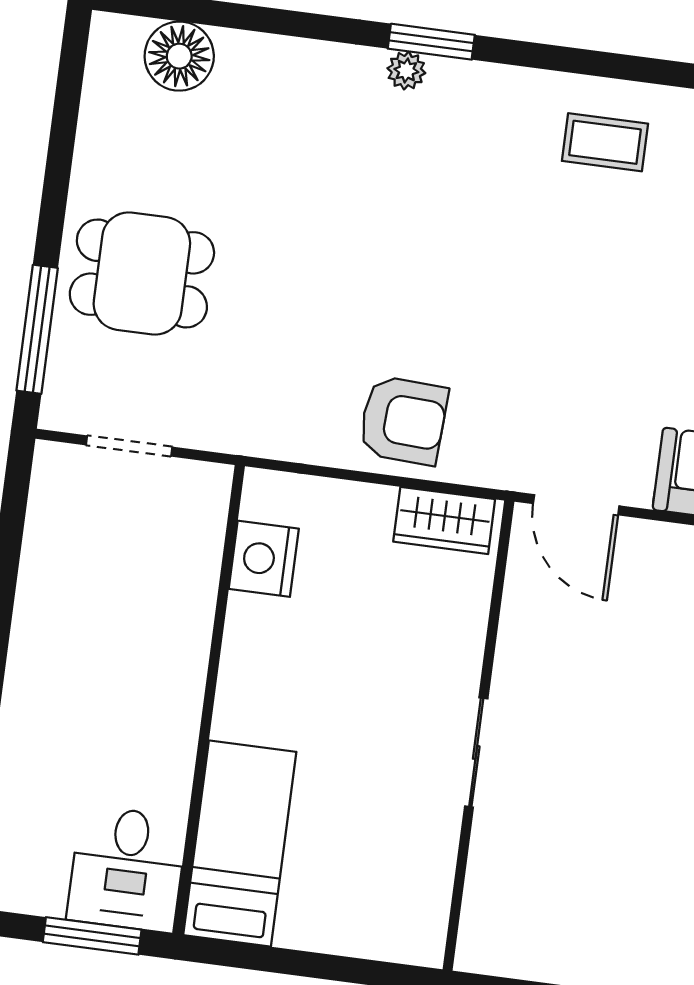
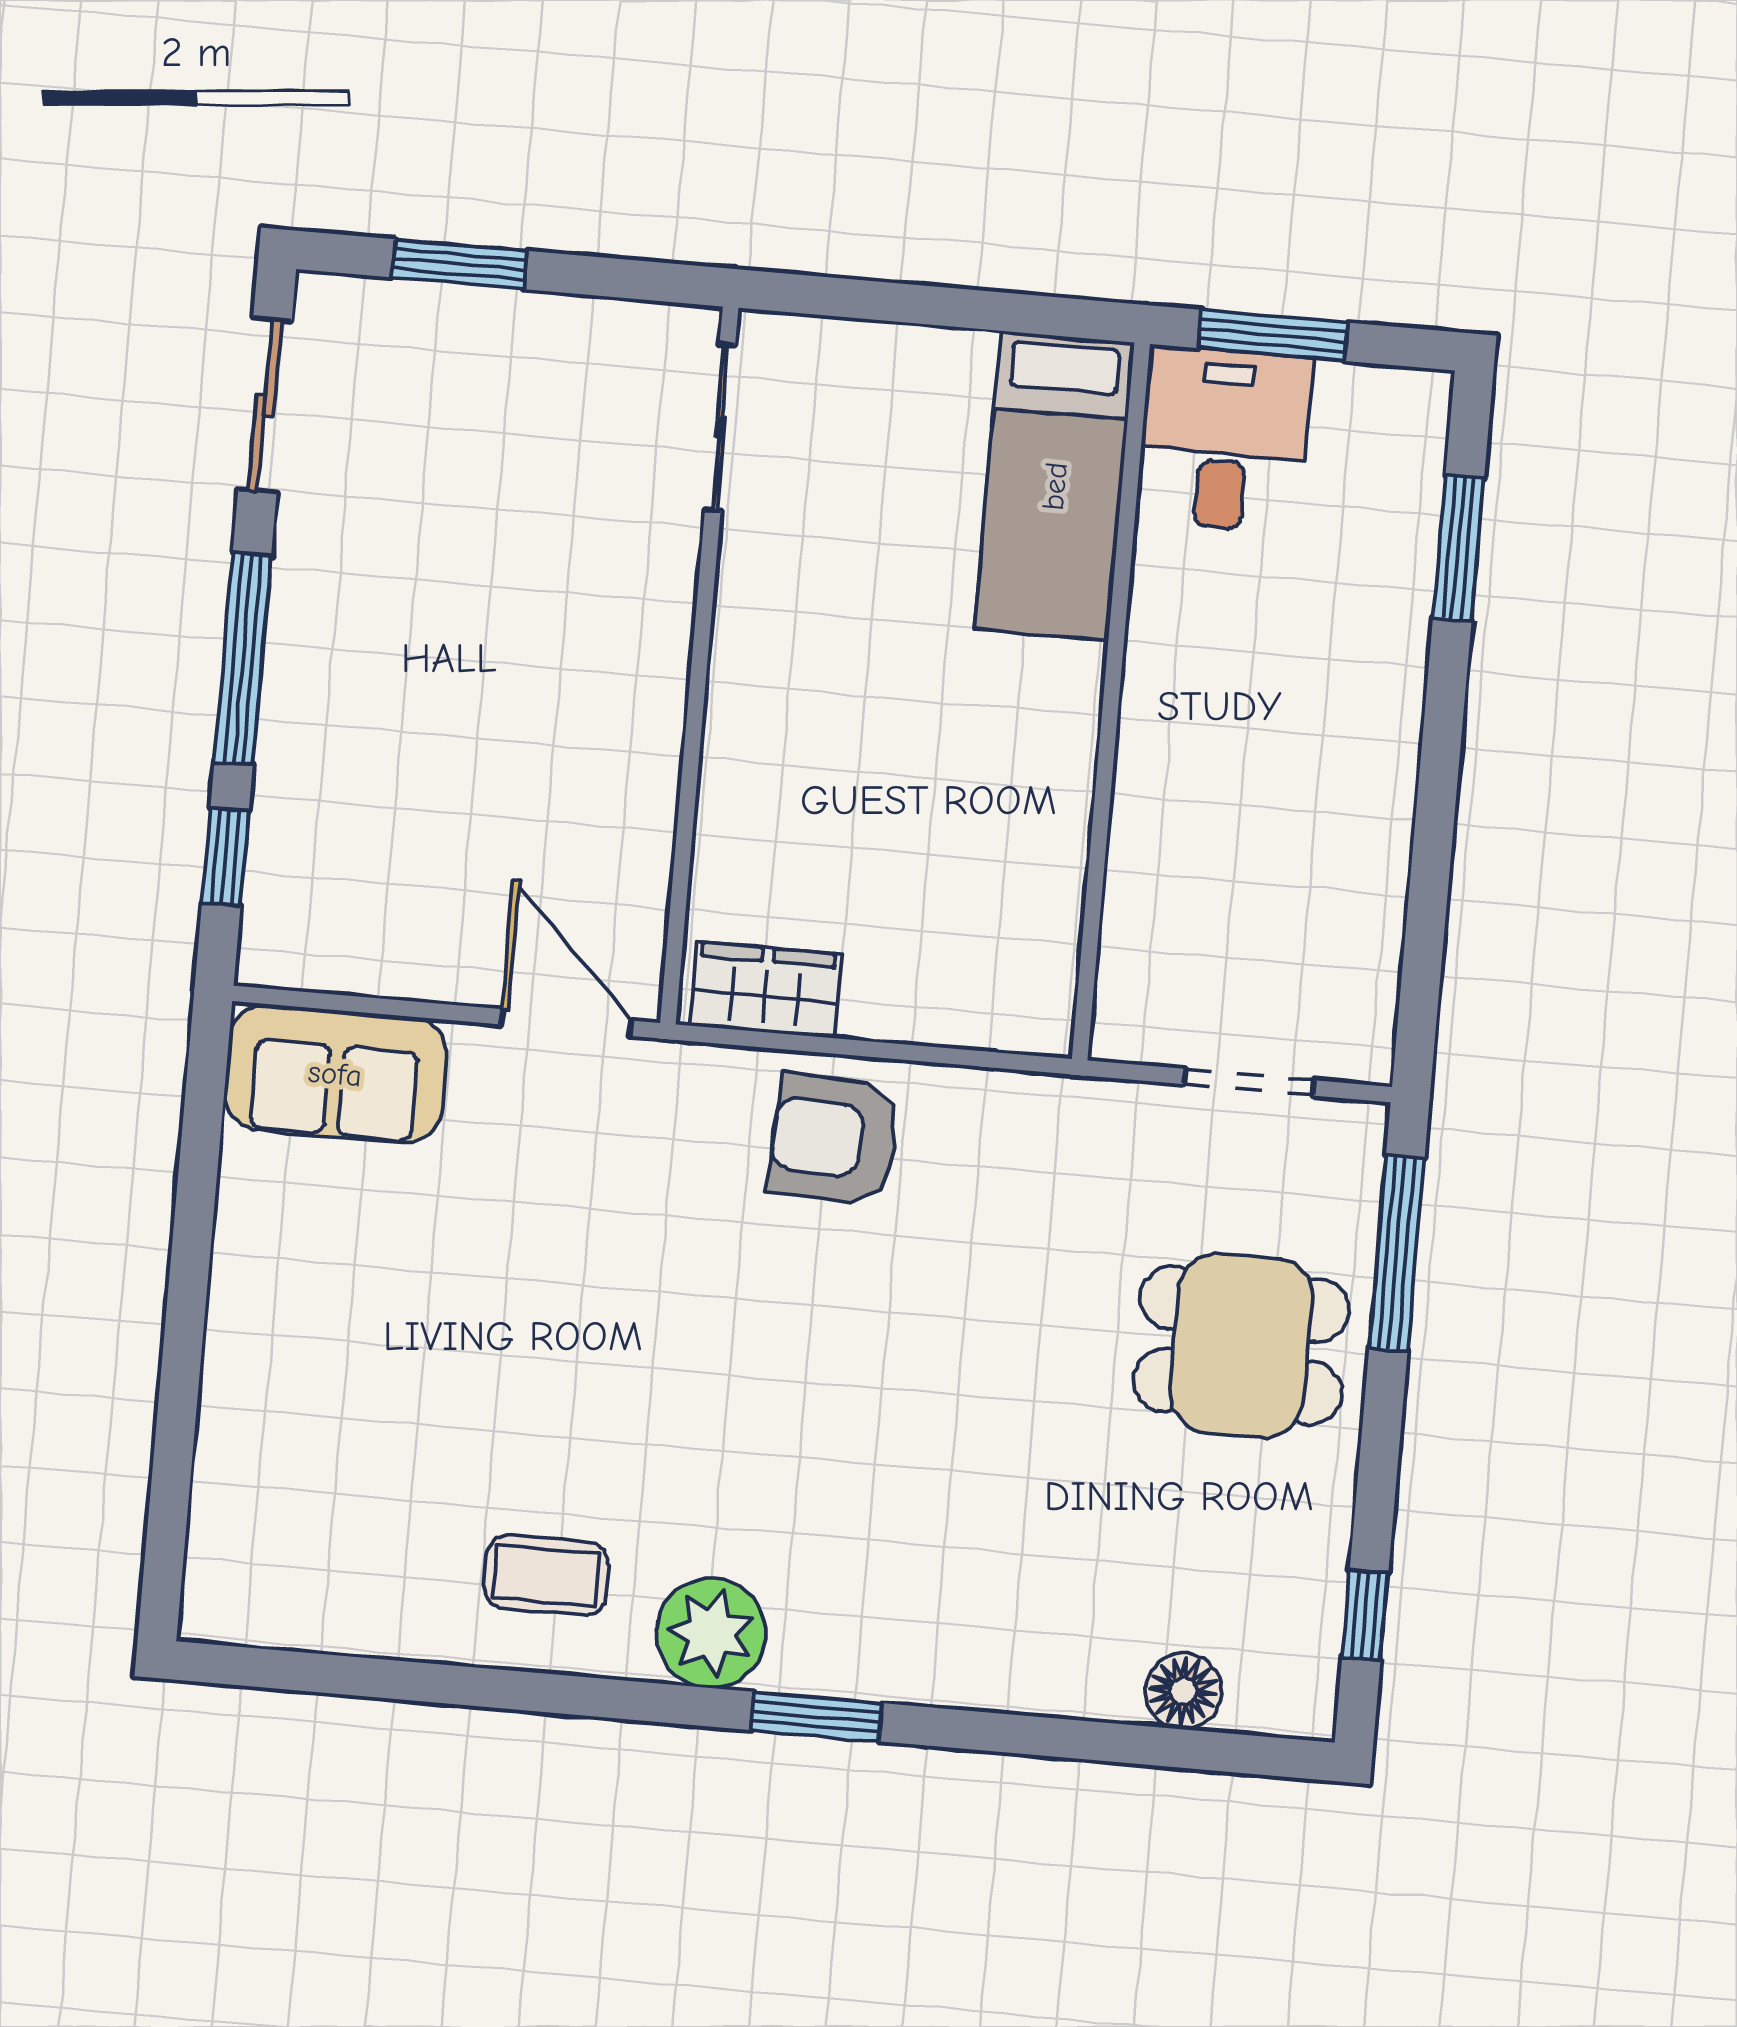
floor lamp: (179, 56) -> (1183, 1691), width x0.73, depth x0.73
plant: (406, 71) -> (711, 1633), moved, width x1.88, depth x1.88
window: (68, 93) -> (1365, 1615), added
nightstand: (264, 559) -> (1037, 920), removed
sliding door: (476, 752) -> (720, 427), moved

